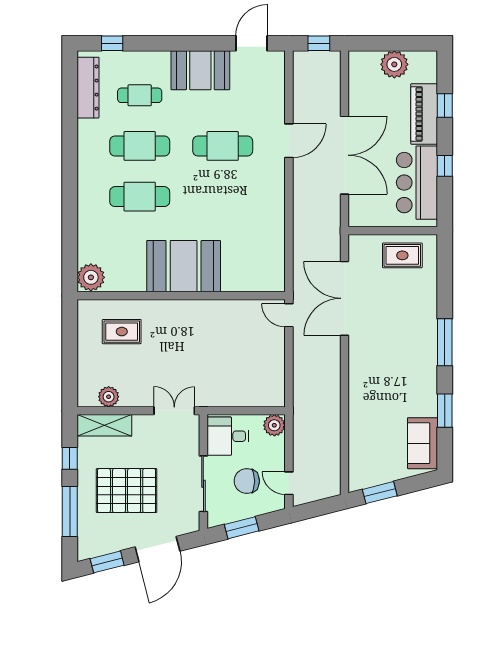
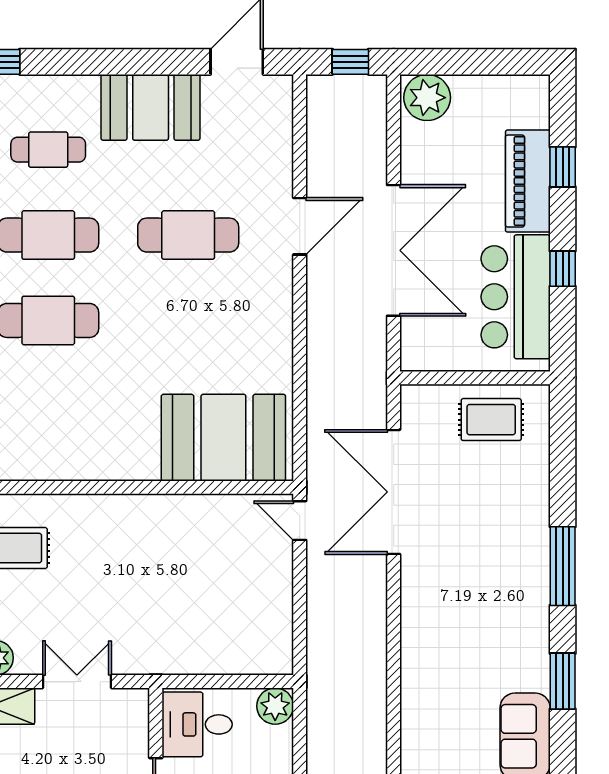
plant: (394, 64) -> (427, 98), moved
booth: (184, 266) -> (223, 438), moved
double door: (174, 411) -> (77, 682), moved

